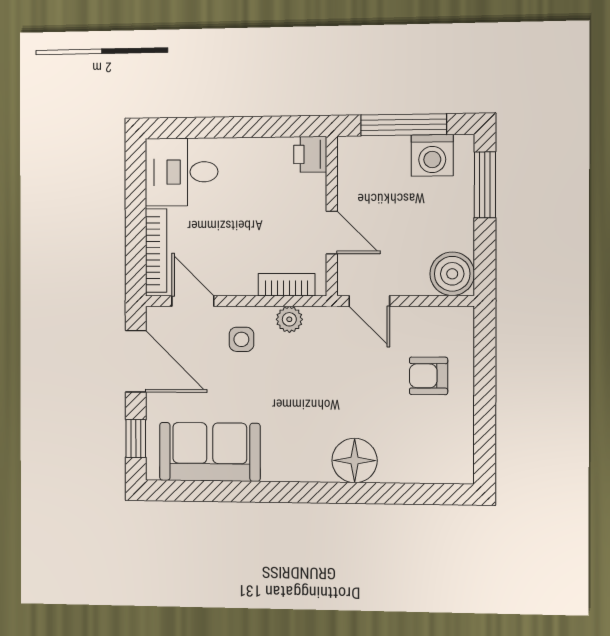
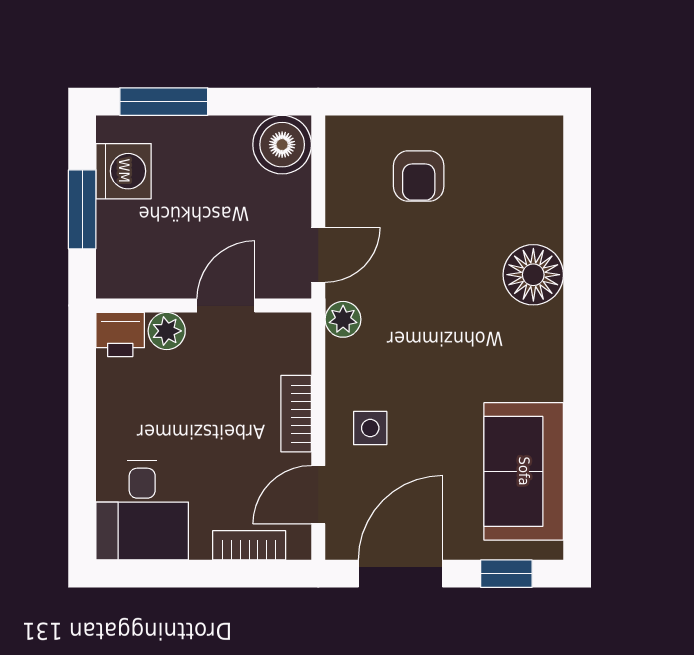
window: (404, 125) -> (82, 209), width x0.69
plant: (313, 189) -> (167, 331), added
bookcase: (156, 251) -> (249, 545), width x0.64
bookcase: (287, 285) -> (296, 414), moved
plant: (289, 319) -> (343, 319), moved

